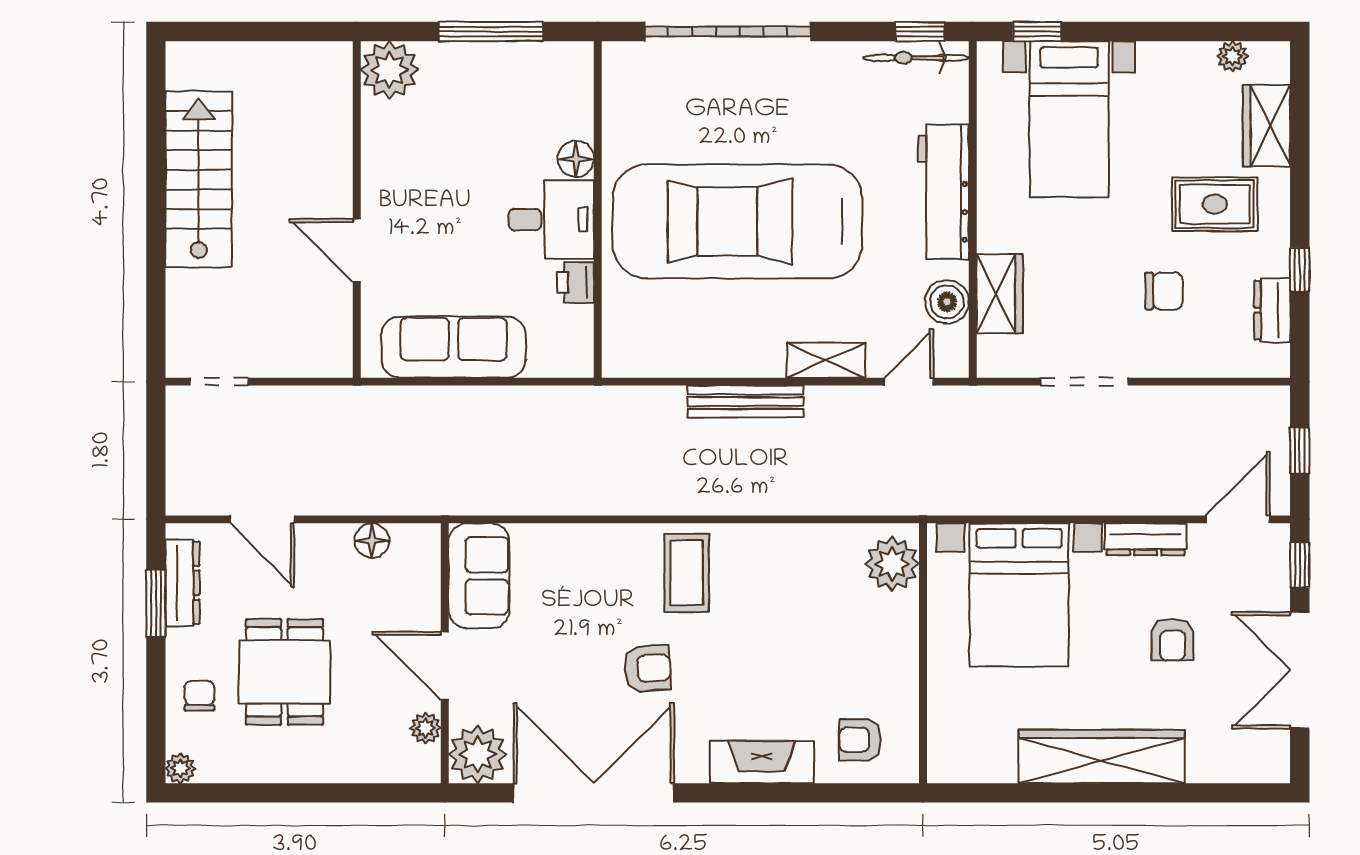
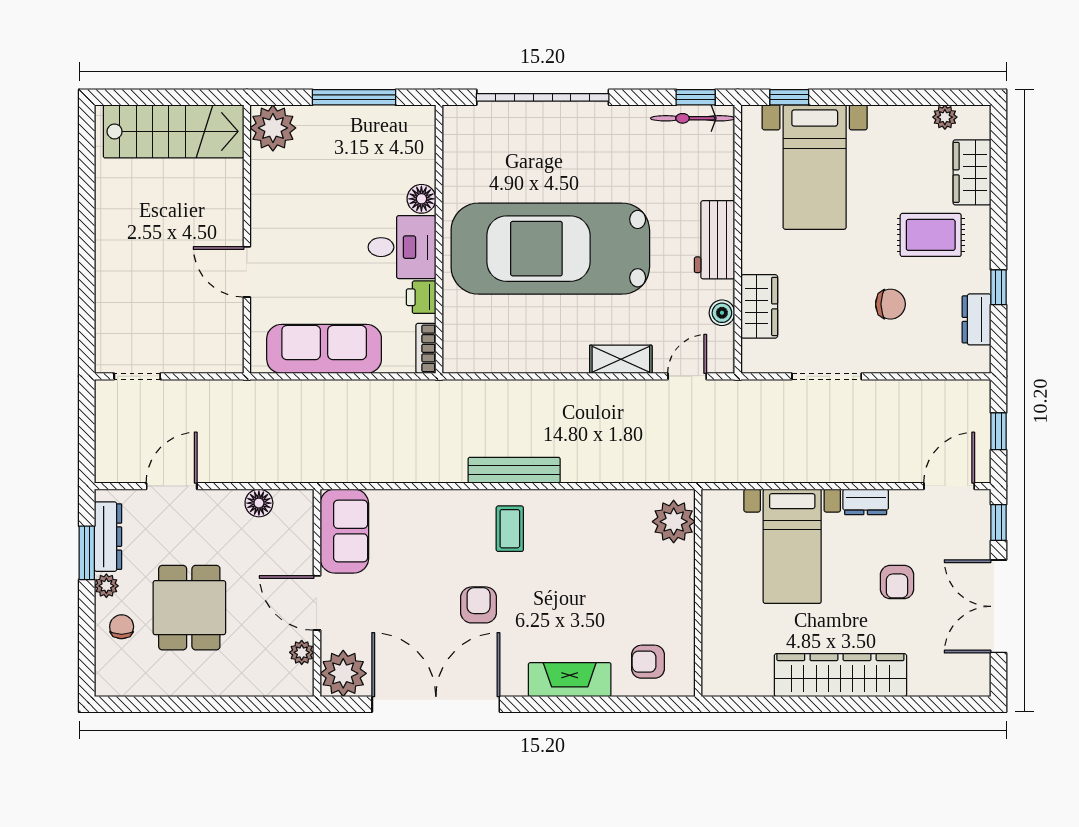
stairs: (199, 179) -> (174, 131), moved, turned 90
workbench: (944, 192) -> (715, 240), width x0.73
boiler: (947, 302) -> (722, 313), width x0.73, depth x0.73
bookcase: (581, 346) -> (426, 348), added
bench: (746, 402) -> (514, 470), moved
door: (262, 519) -> (172, 486), swing flipped
dresser: (1146, 539) -> (866, 502), width x0.70
coffee table: (687, 573) -> (510, 529), width x0.73, depth x0.77
bed with nightstands: (1019, 595) -> (792, 546), width x0.73
armchair: (647, 668) -> (479, 605), turned -87
plant: (180, 768) -> (106, 586), moved

